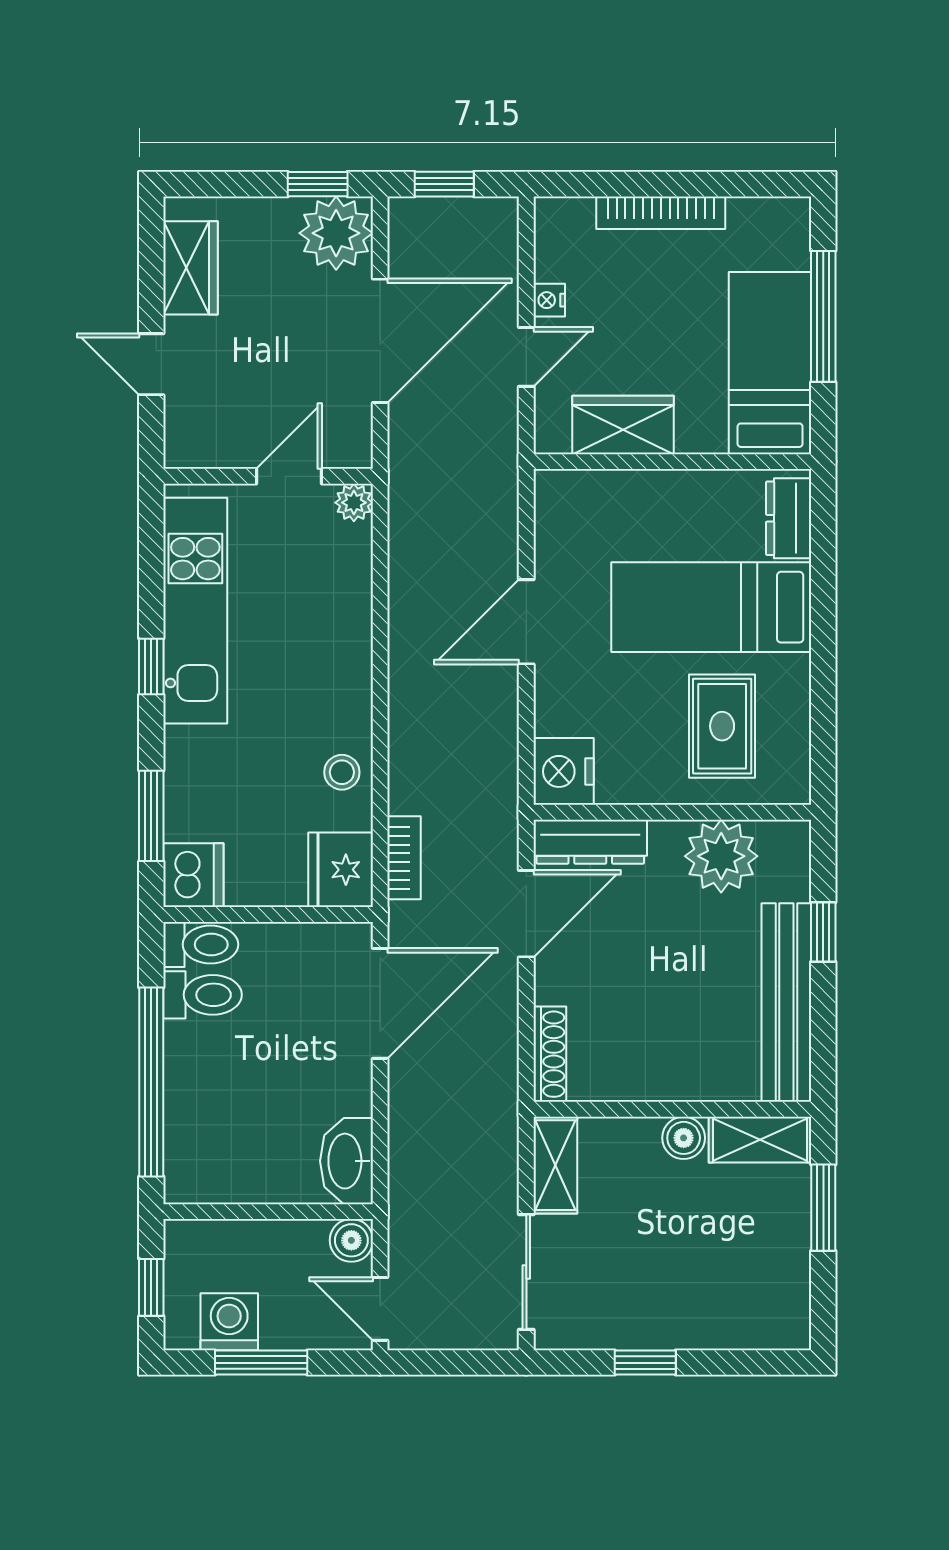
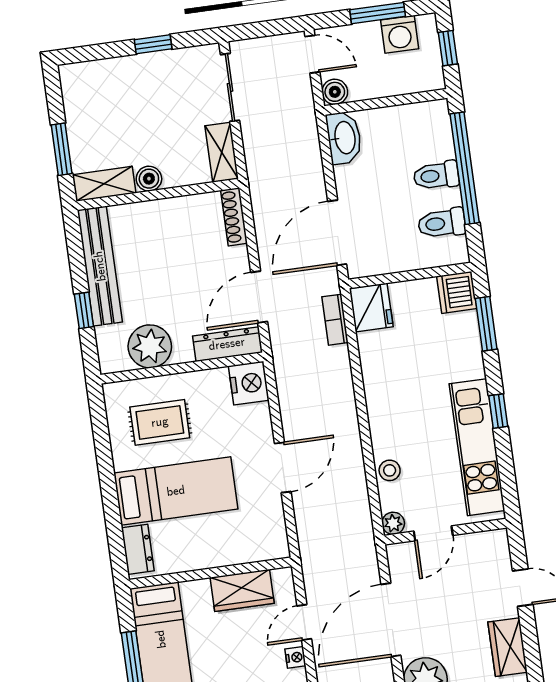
rug: (722, 726) -> (160, 422), turned 90
stool: (342, 772) -> (390, 470), moved
toilet: (201, 944) -> (436, 176), moved

